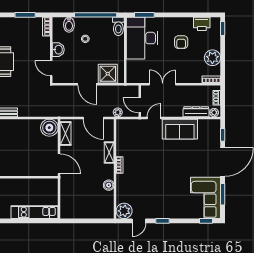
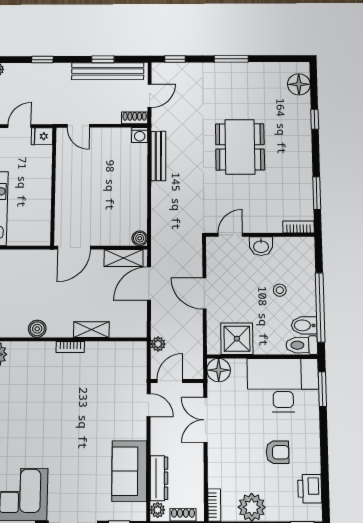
bidet: (69, 25) -> (304, 325), moved
armchair: (181, 42) -> (277, 452), turned 180
shower: (108, 74) -> (237, 339), moved
floor lamp: (133, 76) -> (219, 370), added
door: (87, 84) -> (204, 294), hinge flipped
double door: (163, 84) -> (205, 420), swing flipped
door: (93, 118) -> (149, 284), moved
boiler: (49, 128) -> (140, 238), width x0.54, depth x0.54
sofa: (180, 129) -> (129, 471), moved

